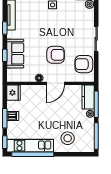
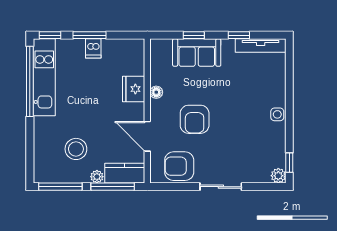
armchair: (84, 64) -> (179, 166), turned -90
door: (55, 83) -> (147, 136), moved
fridge: (14, 93) -> (134, 89), moved, turned 90
stool: (68, 138) -> (76, 149), moved

